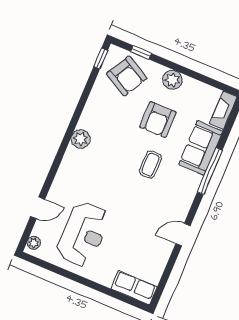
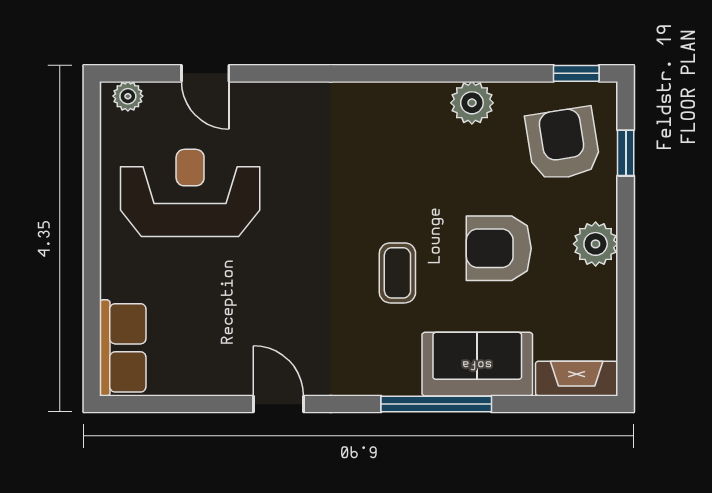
armchair: (127, 76) -> (563, 144), turned 142
plant: (81, 139) -> (472, 103), moved
coffee table: (150, 164) -> (397, 273), turned 90
reception desk: (83, 234) -> (190, 193), turned 180

